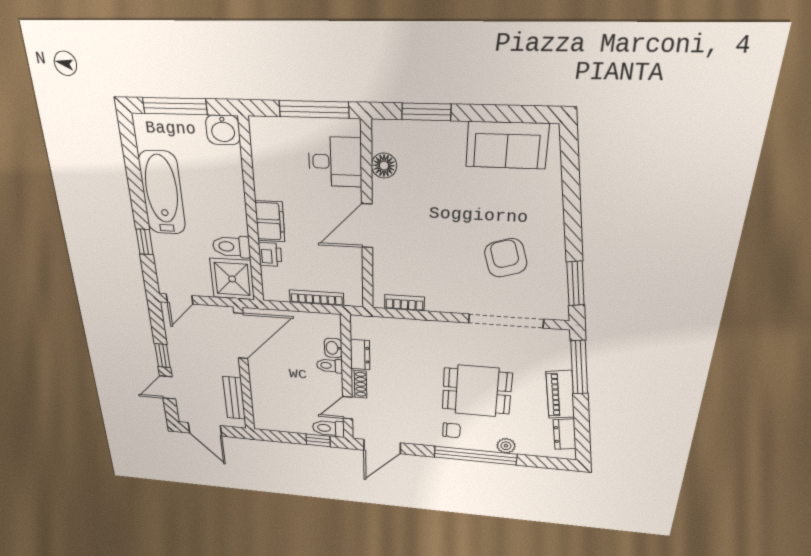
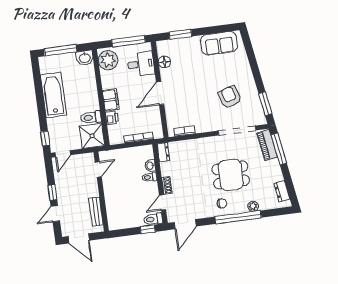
plant: (269, 143) -> (108, 60), added
window: (145, 242) -> (45, 138), moved
door: (241, 336) -> (98, 169), width x0.53
dresser: (360, 355) -> (163, 152), moved
piano: (560, 395) -> (267, 145), moved

